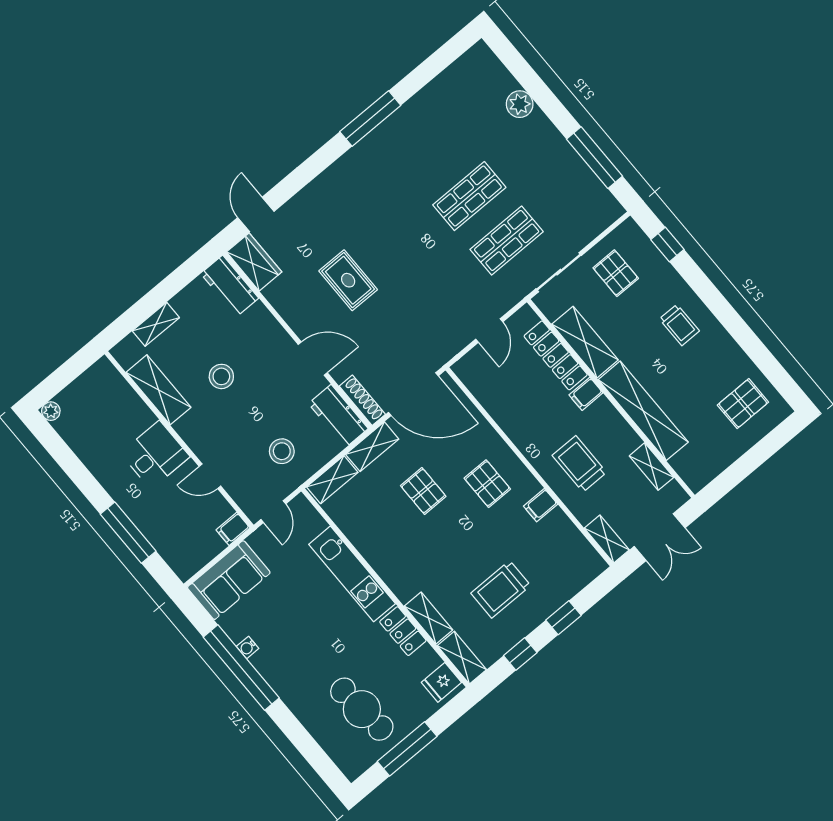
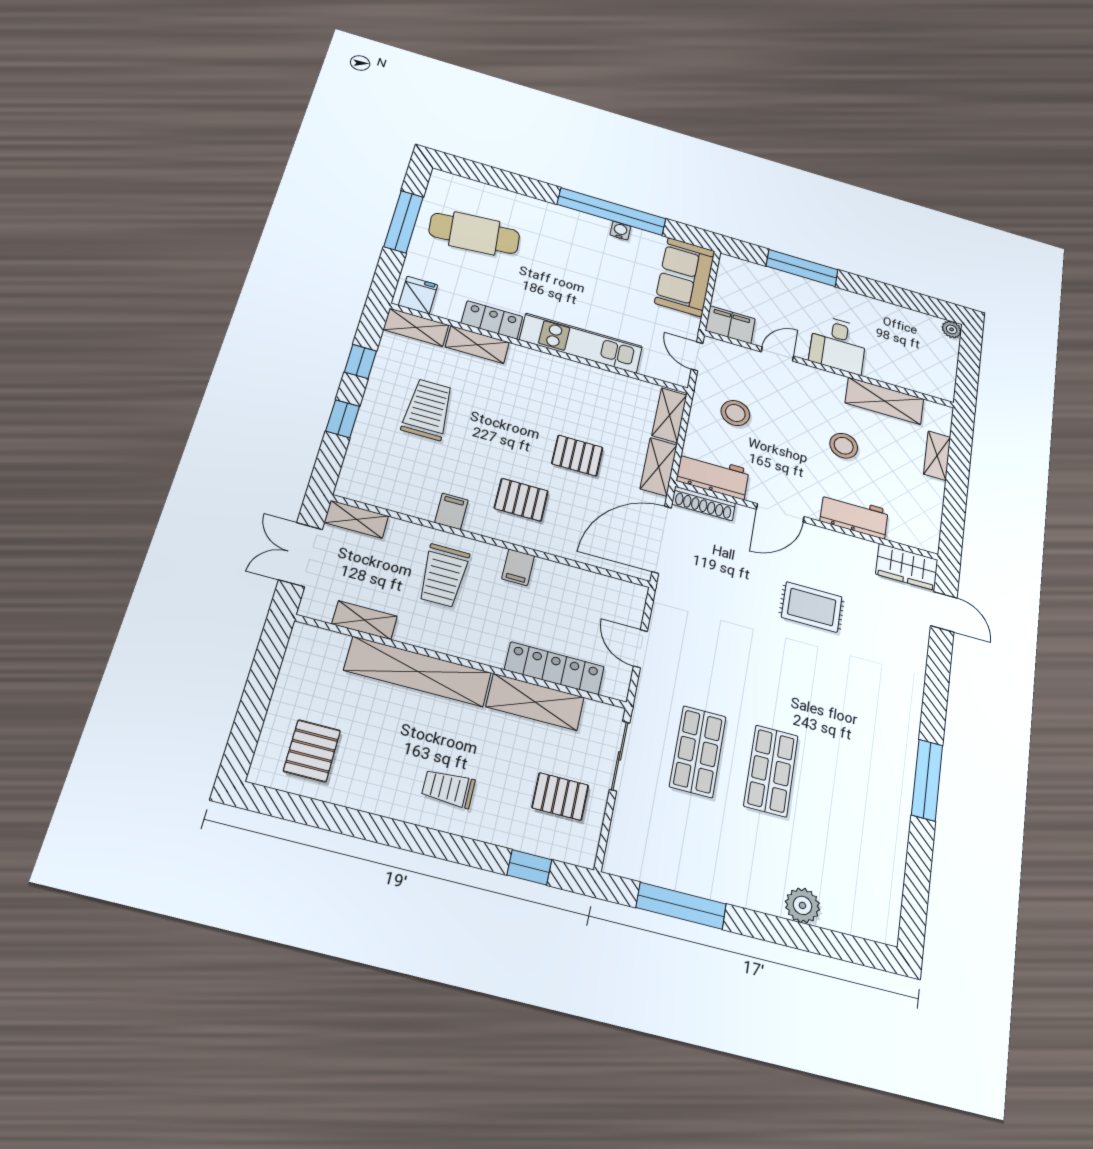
workbench: (230, 286) -> (854, 516), moved
filing cabinet: (586, 394) -> (518, 567), moved, turned 180
trolley: (579, 464) -> (444, 575), turned 90
filing cabinet: (233, 529) -> (730, 325), width x2.00

